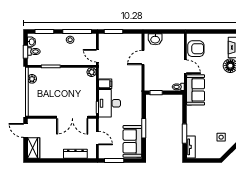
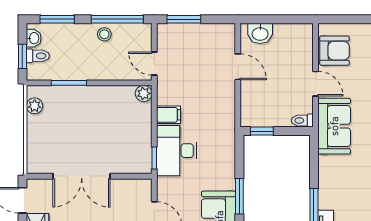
door: (143, 58) -> (238, 67), swing flipped
double door: (72, 117) -> (82, 176), moved

